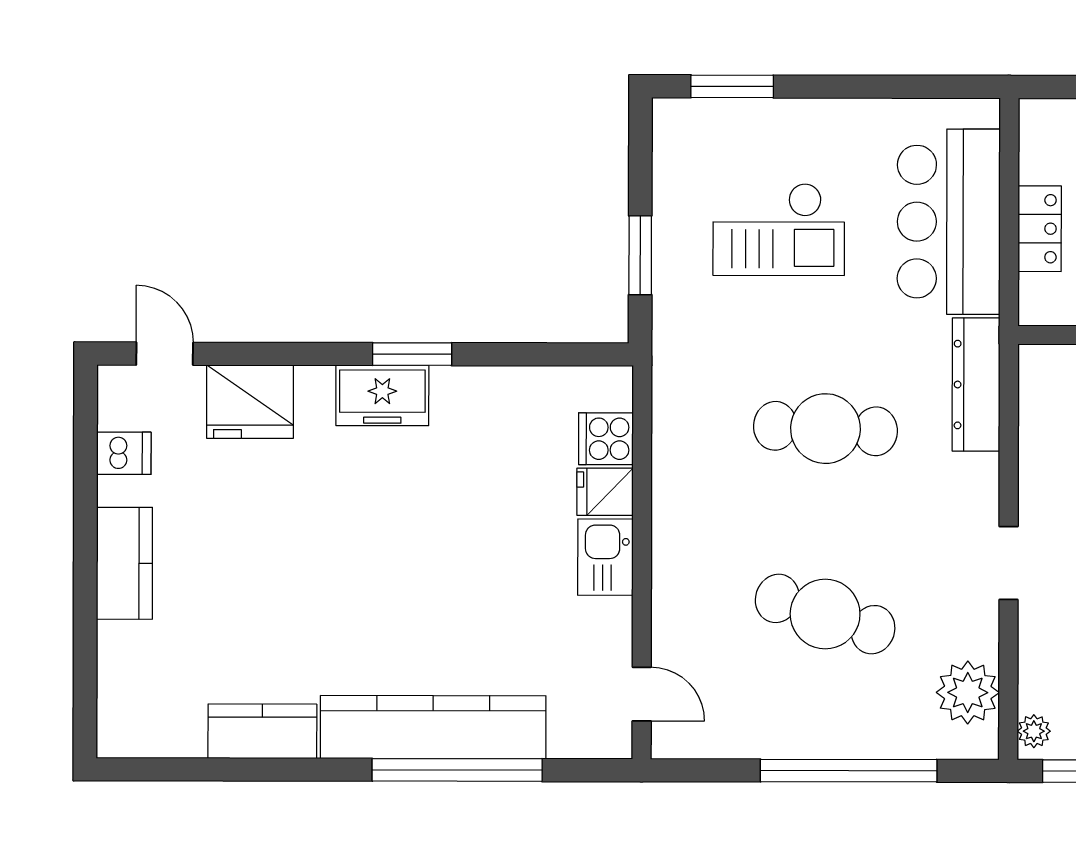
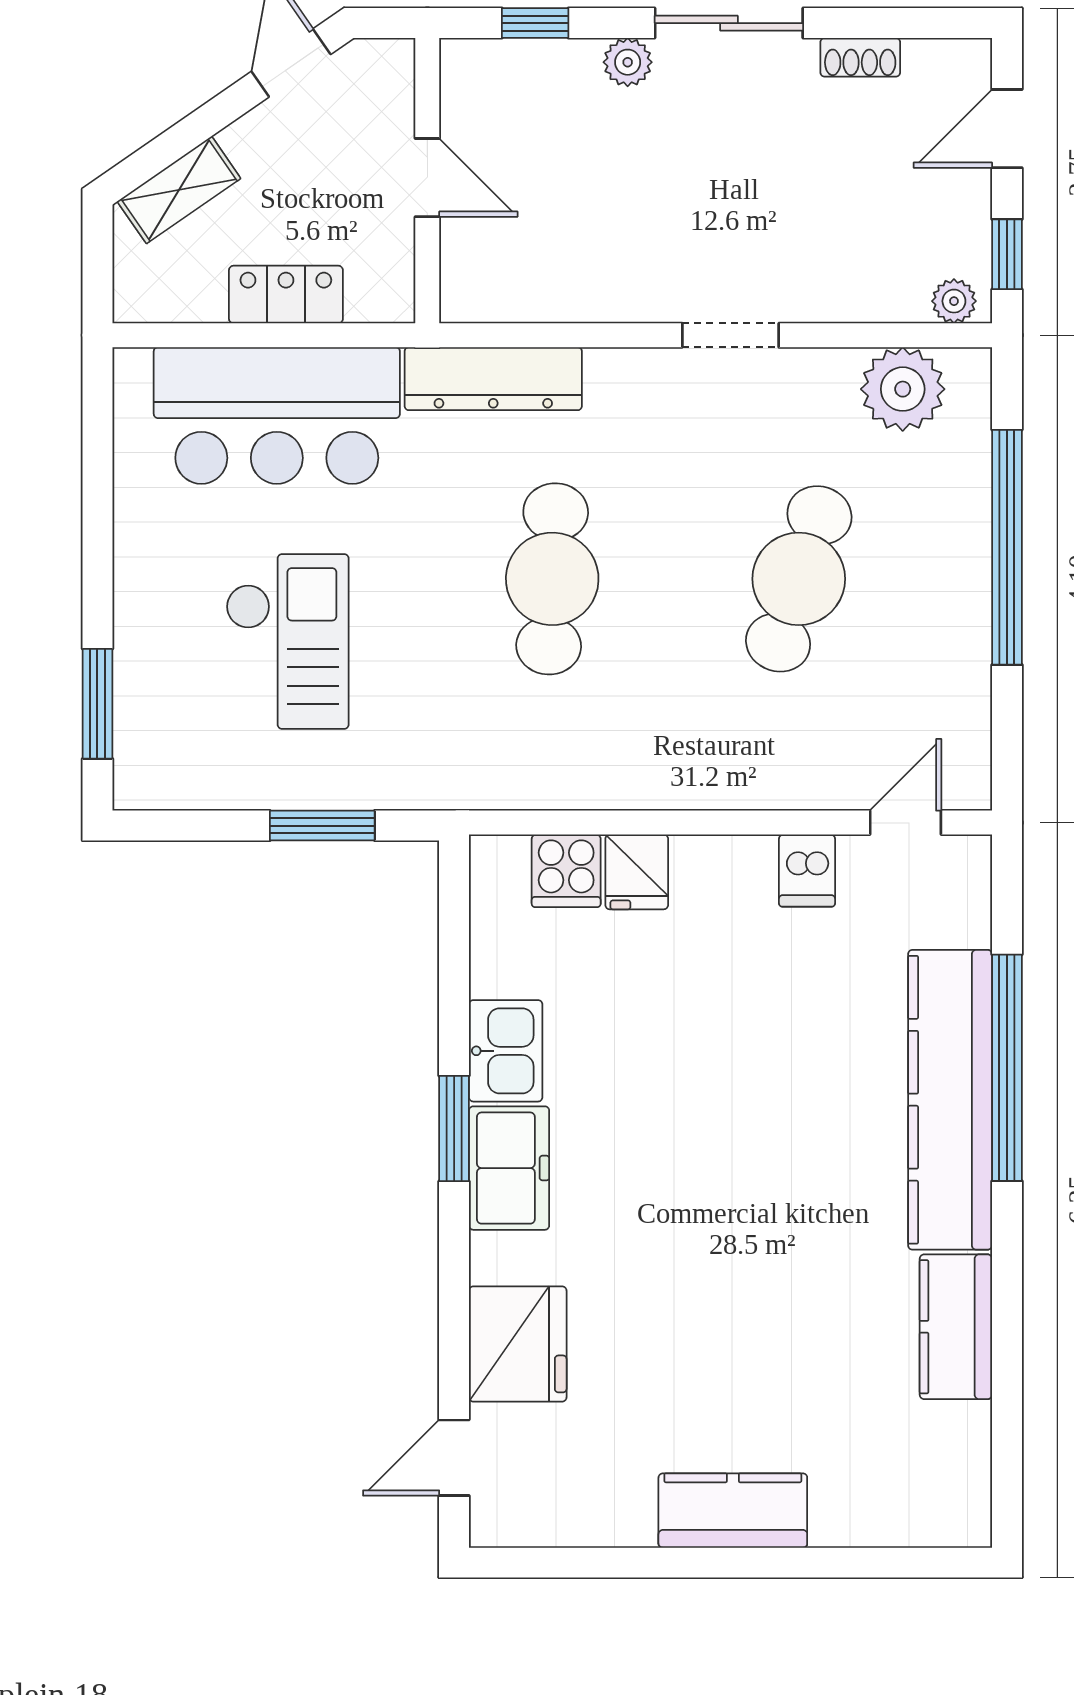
dishwasher: (124, 453) -> (807, 871), moved, turned 180
kitchen sink: (605, 557) -> (506, 1051), moved, turned -90

